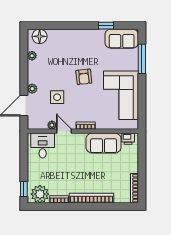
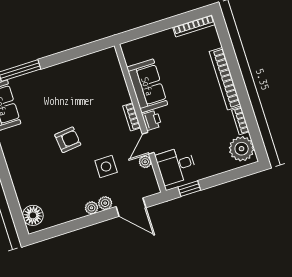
plant: (32, 56) -> (91, 208), moved
corner sofa: (121, 95) -> (77, 83), removed
printer: (128, 139) -> (152, 120), moved
window: (24, 189) -> (189, 189), moved

